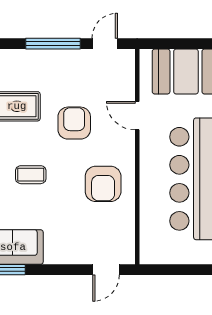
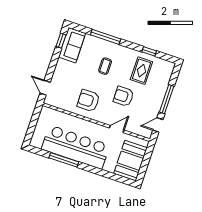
door: (105, 44) -> (158, 125), swing flipped
armchair: (74, 123) -> (123, 96), turned 180

